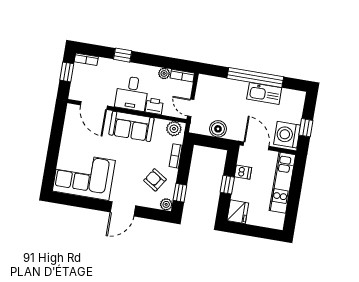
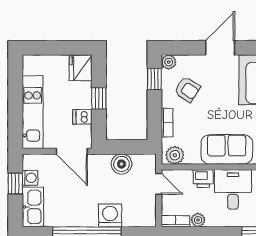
washing machine: (234, 89) -> (110, 215), added
kitchen sink: (264, 93) -> (33, 207), moved, turned 90
washing machine: (287, 135) -> (30, 178), width x0.53, depth x0.53

